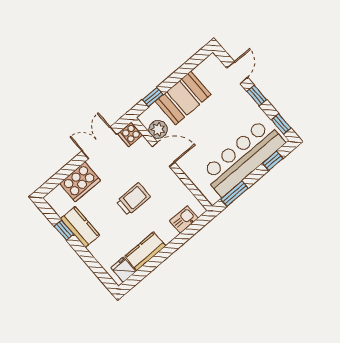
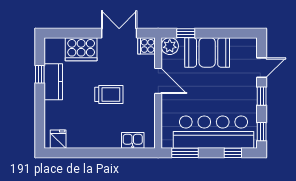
plant: (158, 129) -> (170, 46), moved
kitchen counter: (145, 251) -> (85, 139), removed

